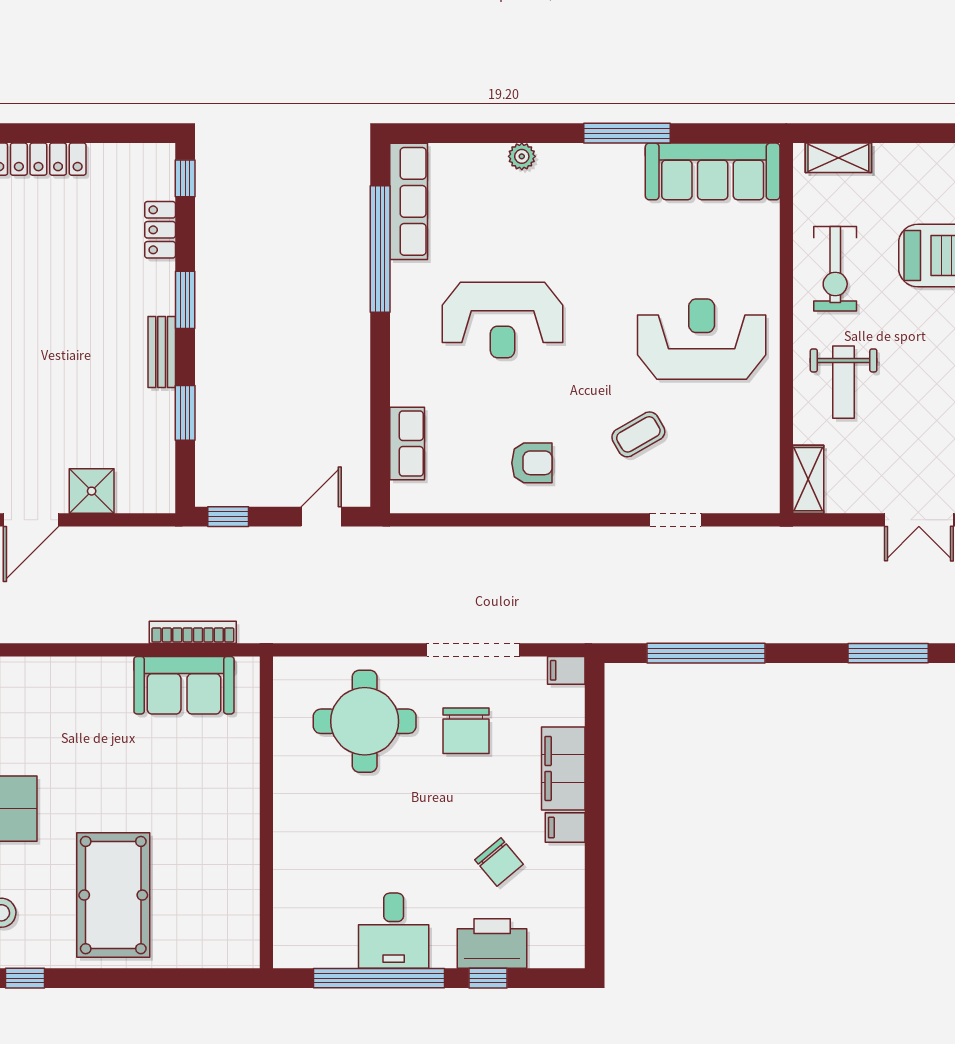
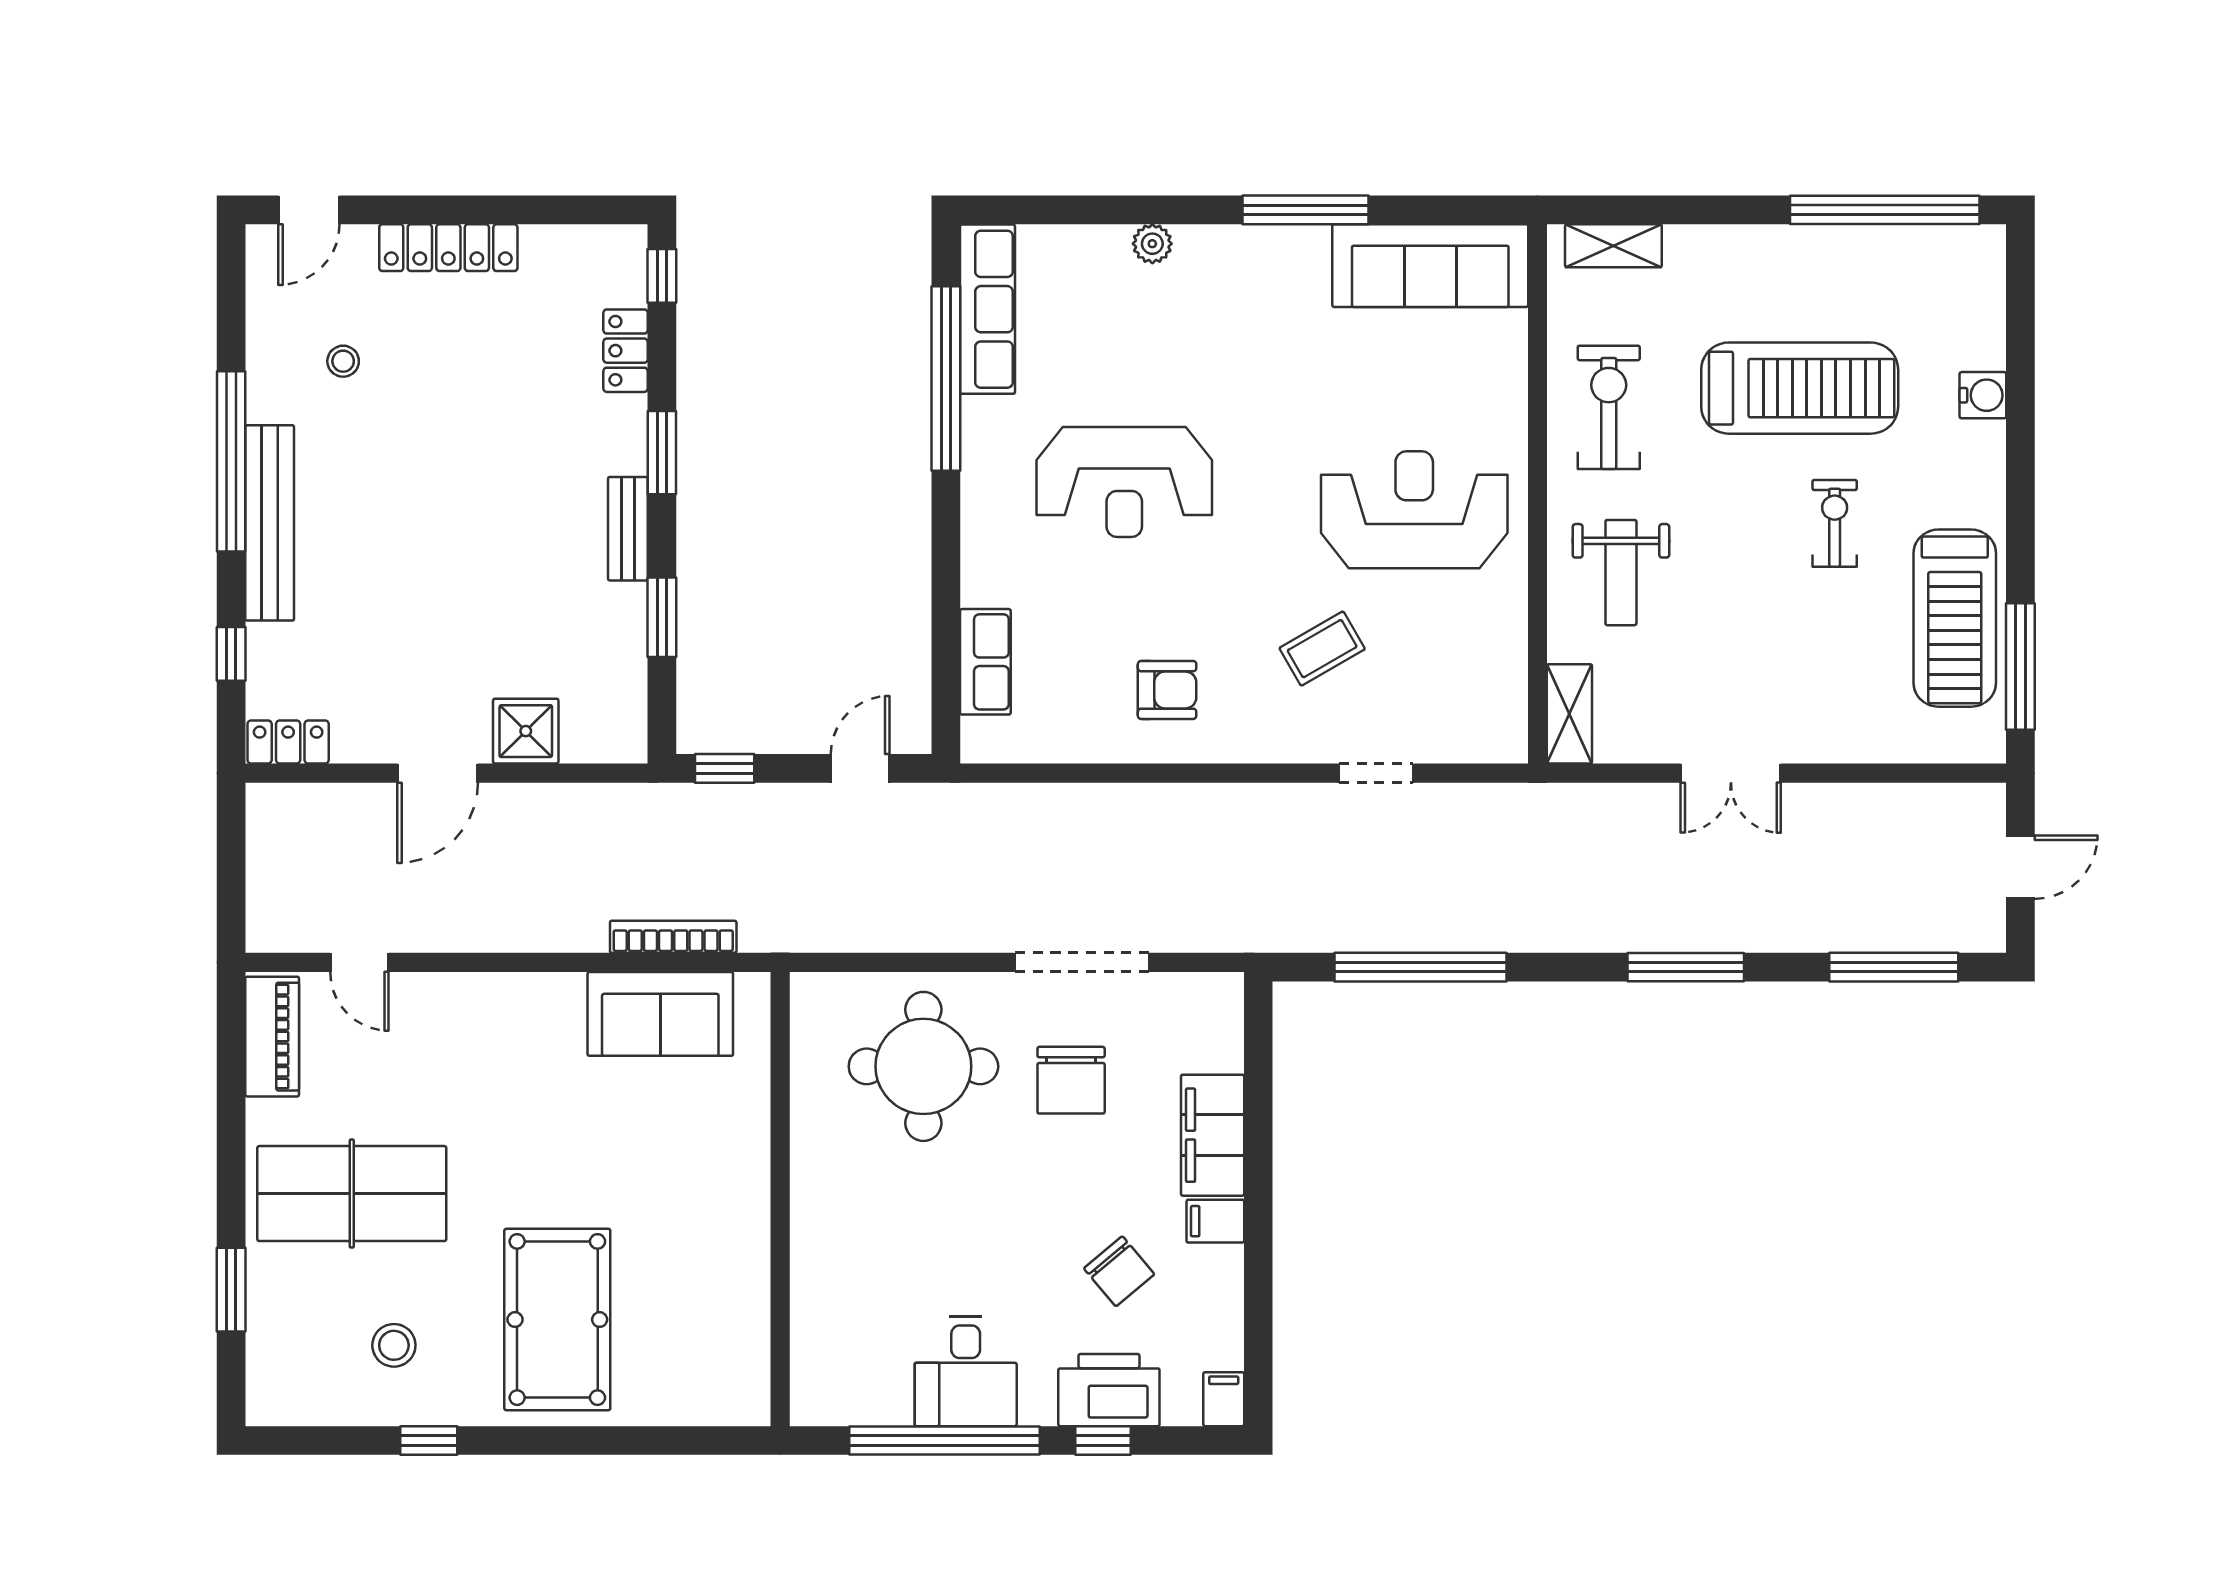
exercise bike: (835, 269) -> (1609, 407), turned 180
filing cabinet: (566, 670) -> (1224, 1399), moved, turned 90

